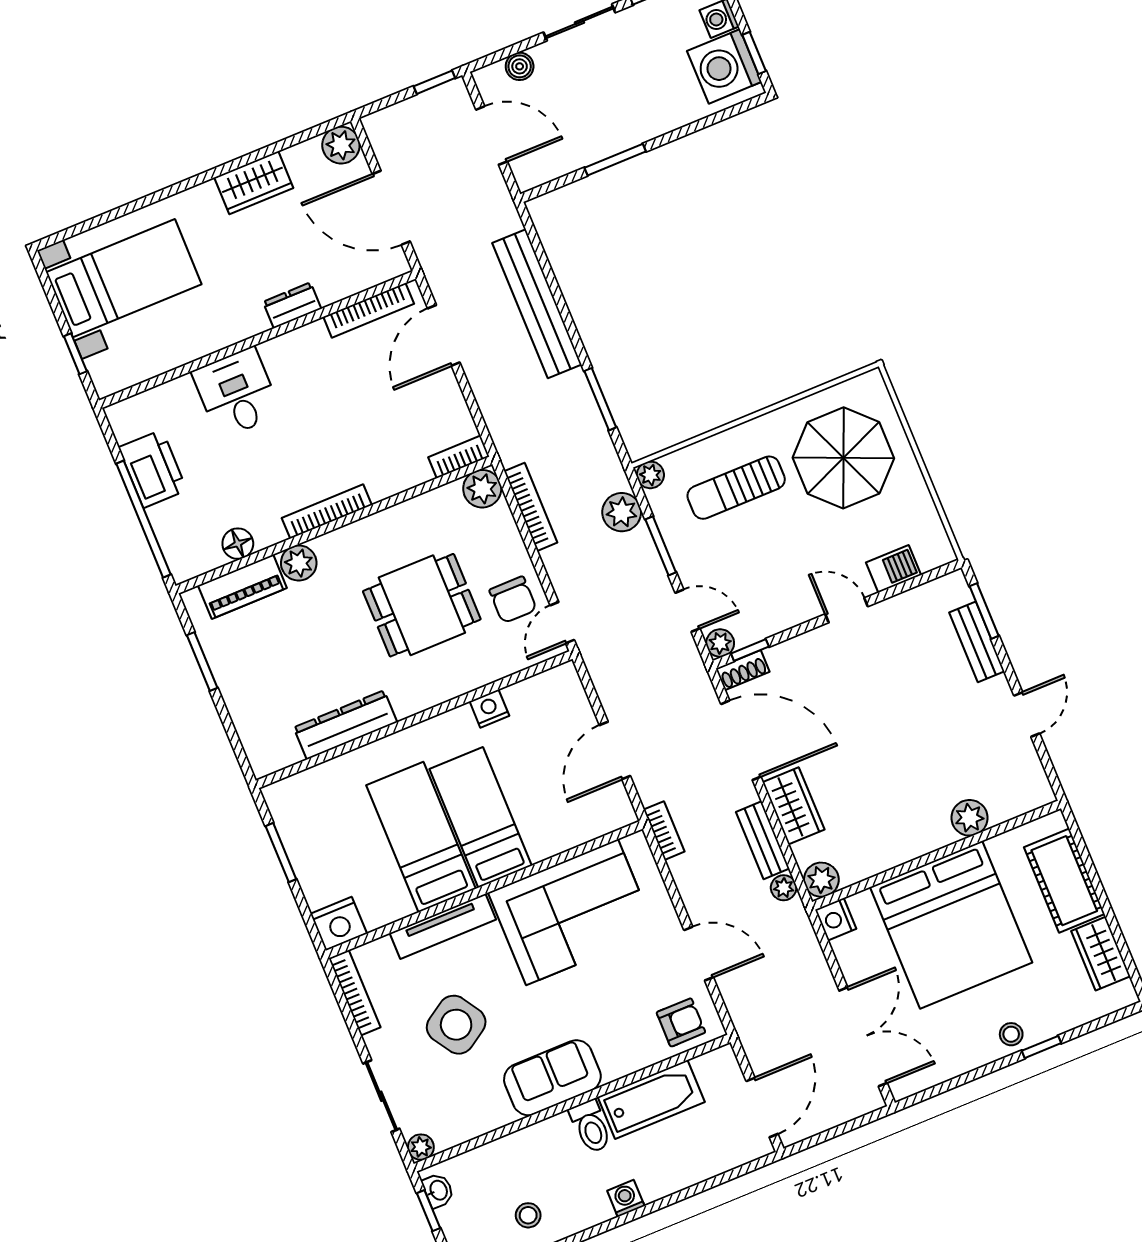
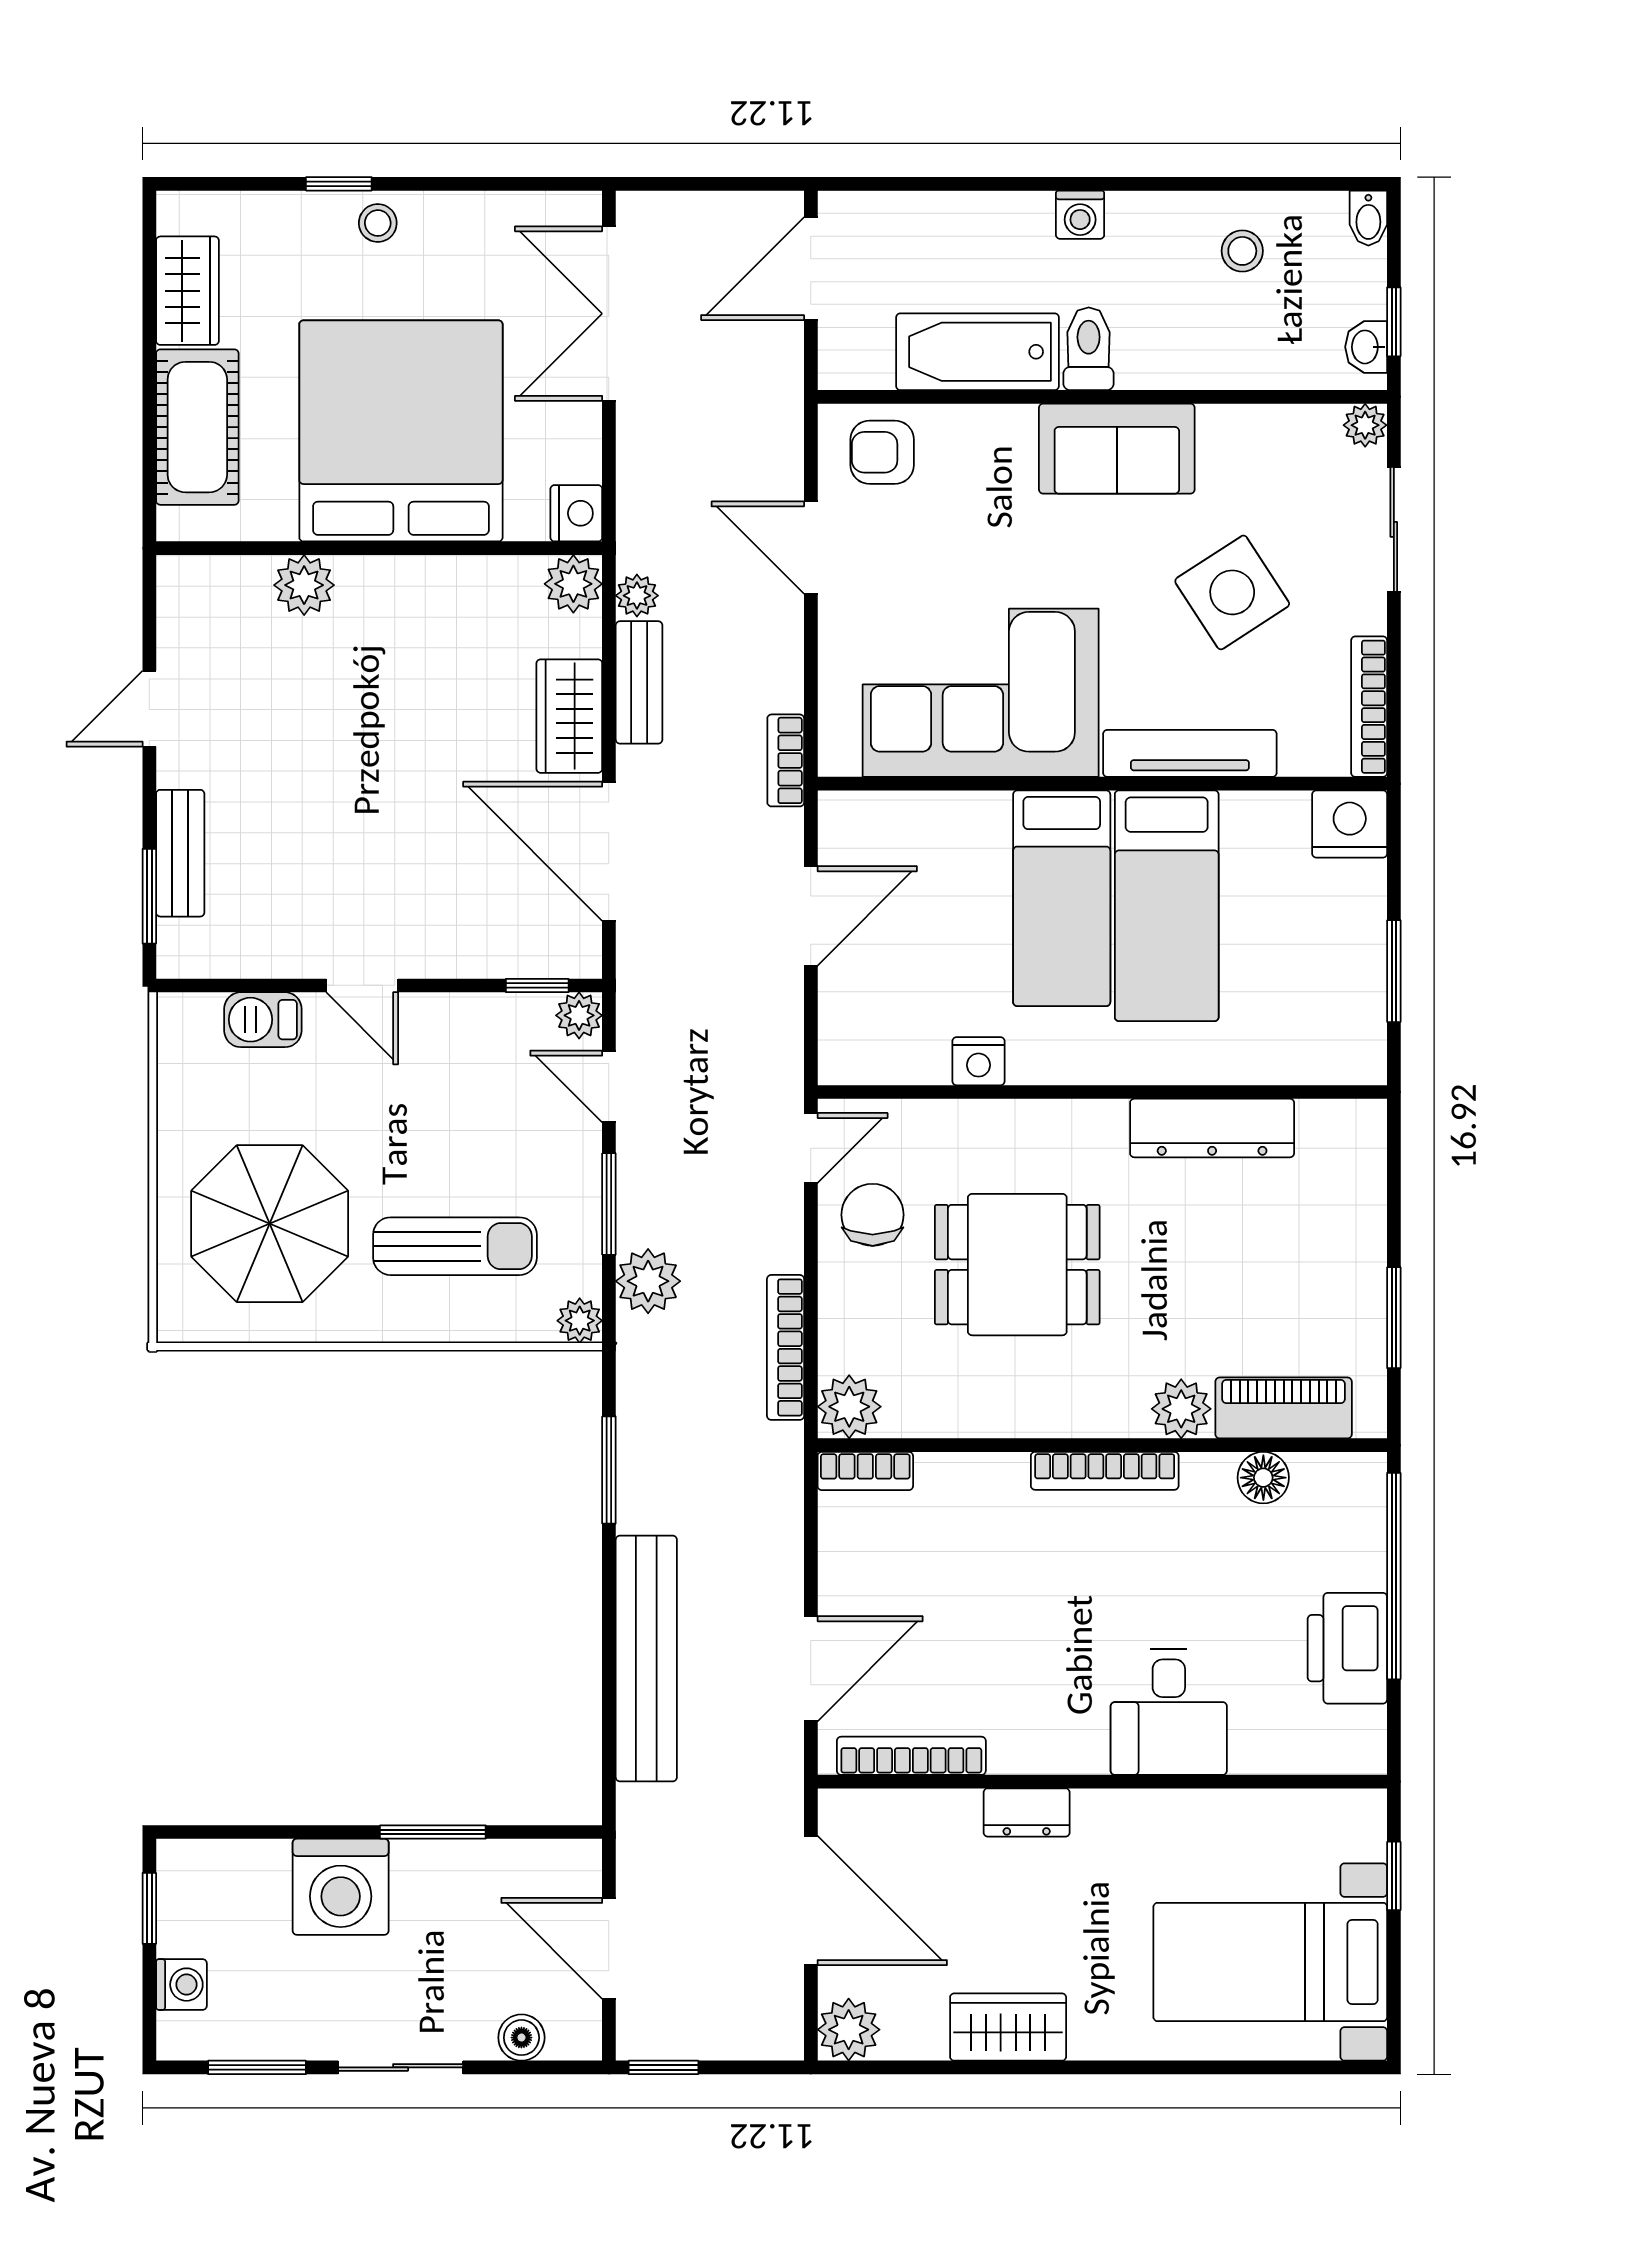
washing machine: (724, 66) -> (341, 1887), moved, turned 90
shoe rack: (743, 670) -> (561, 959), removed

